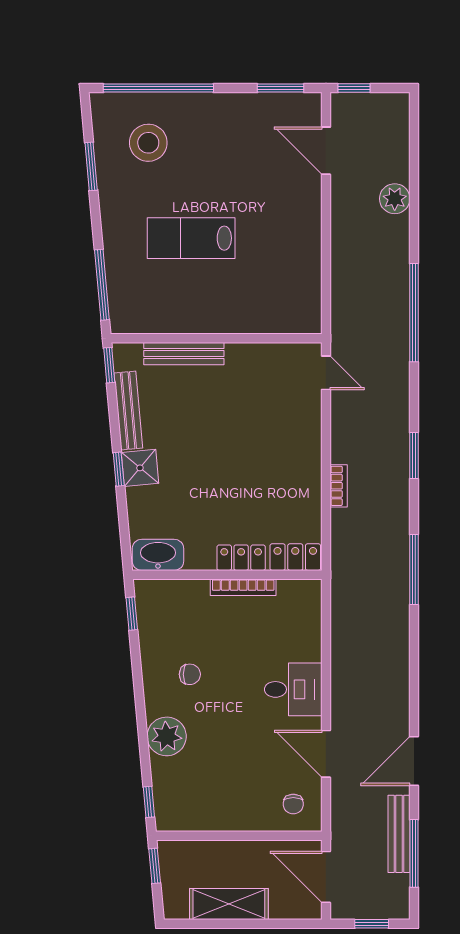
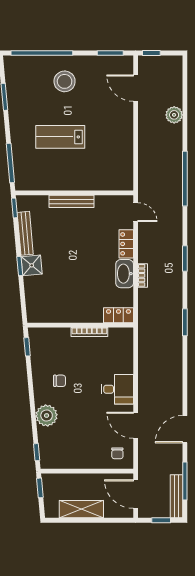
stool: (148, 143) -> (65, 81), moved
bench: (184, 354) -> (72, 201), moved
washbasin: (158, 555) -> (125, 274), moved, turned -90
locker: (241, 558) -> (126, 244), moved, turned -90
window: (414, 570) -> (185, 322), width x0.69
bench: (399, 834) -> (176, 496), moved

